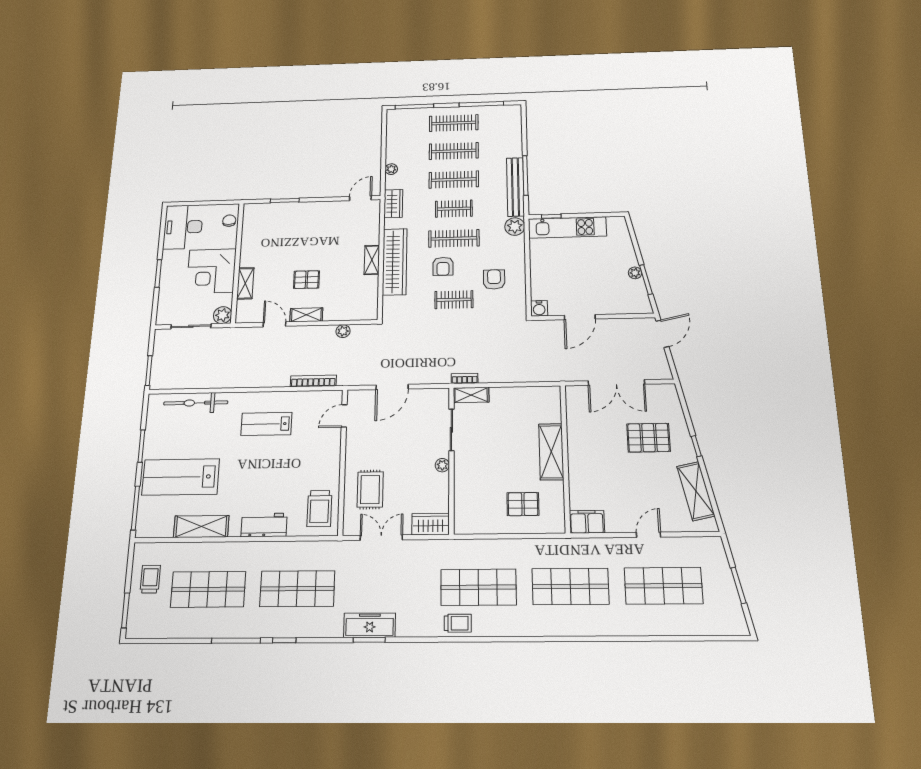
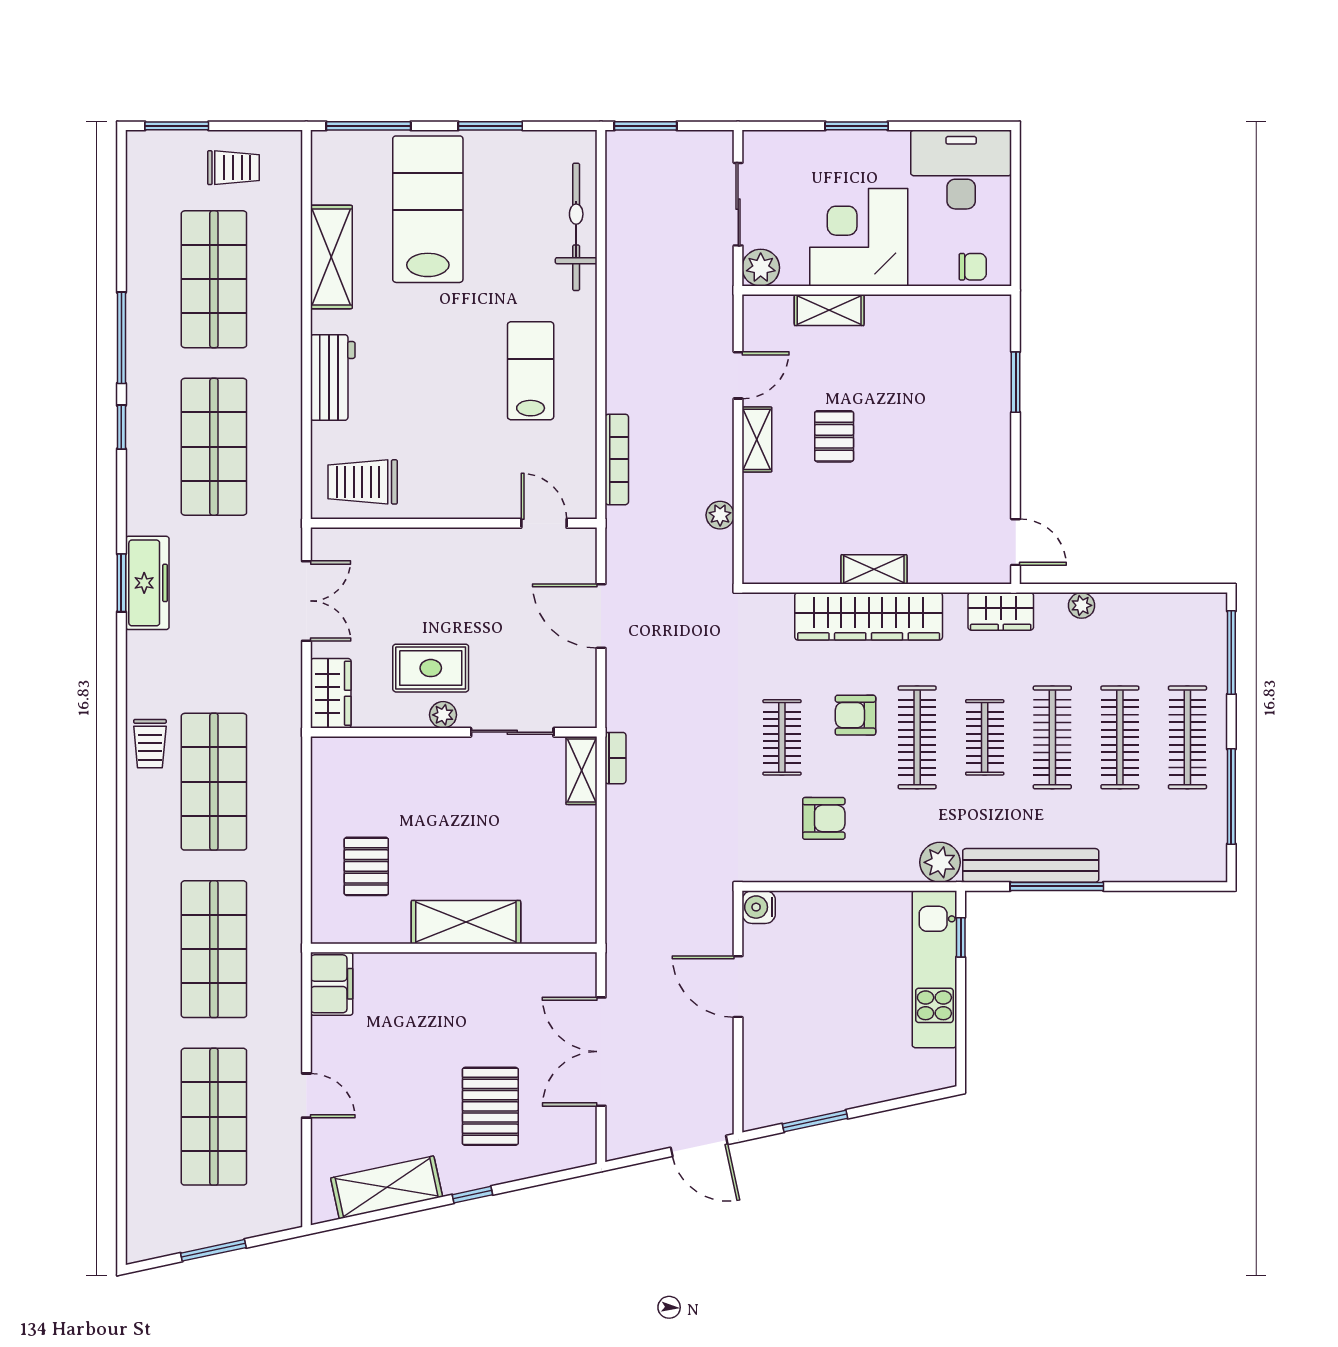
plant: (635, 273) -> (830, 1100), removed
rug: (370, 489) -> (431, 668), moved

